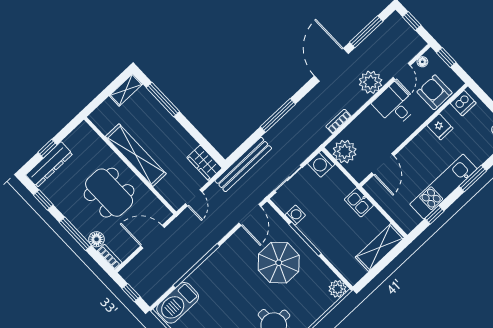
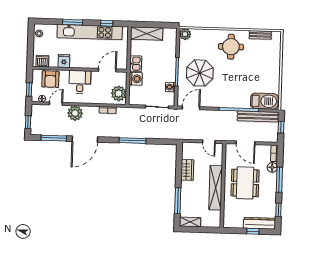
desk: (395, 105) -> (80, 82), moved, turned 180
wardrobe: (204, 163) -> (187, 170), moved
washing machine: (321, 164) -> (136, 79), moved
bench: (243, 165) -> (258, 116), moved
kitchen unit: (443, 187) -> (90, 32), width x1.36
door: (194, 198) -> (209, 142), swing flipped

